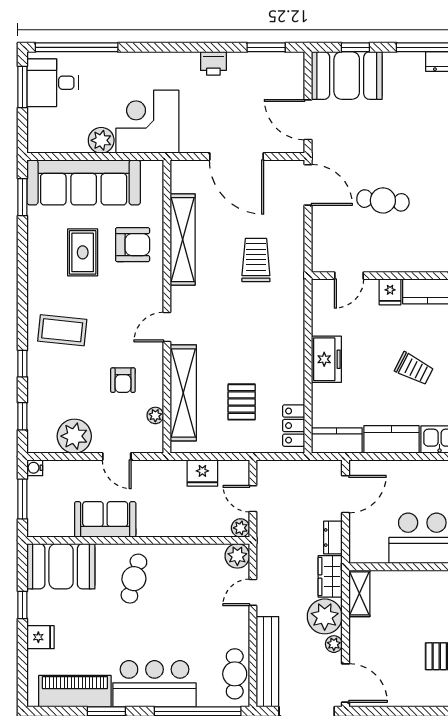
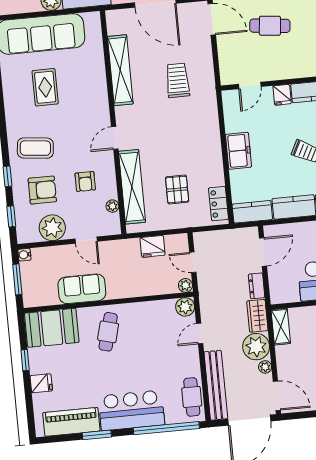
armchair: (133, 245) -> (42, 190), moved

